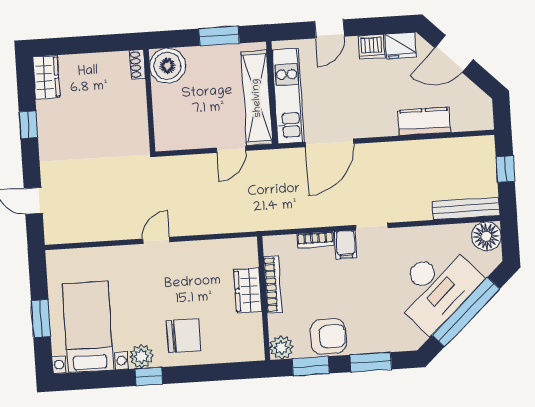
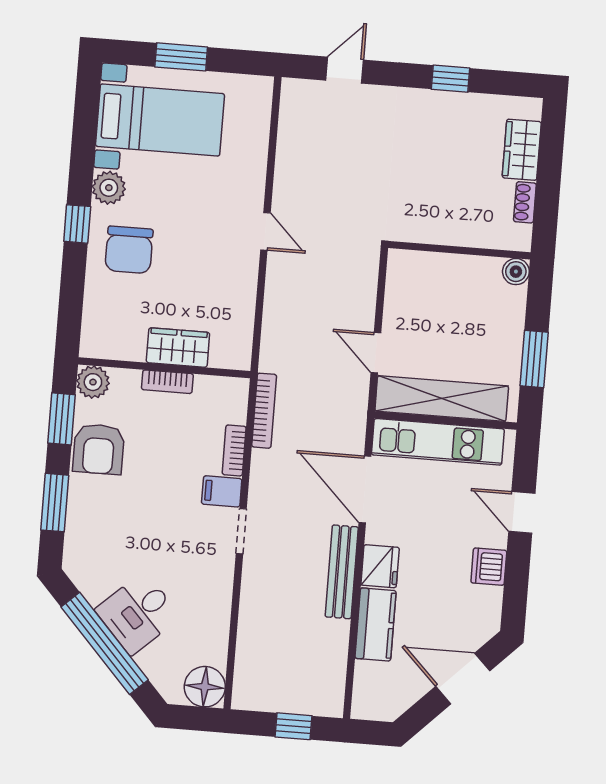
fridge: (401, 46) -> (380, 566), moved, turned 180
door: (454, 54) -> (463, 679), hinge flipped
shoe rack: (137, 64) -> (525, 202), moved, turned -90
boiler: (167, 66) -> (516, 272), width x0.54, depth x0.54
wardrobe: (46, 77) -> (522, 150), moved, turned 90
bench: (466, 208) -> (342, 572), moved
bookcase: (284, 223) -> (264, 411), added
bookcase: (273, 284) -> (167, 382), width x0.64
desk: (436, 287) -> (138, 613), width x0.53, depth x0.77
window: (149, 376) -> (77, 224), moved

